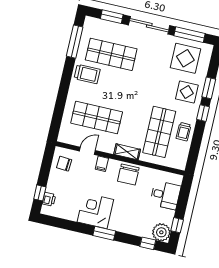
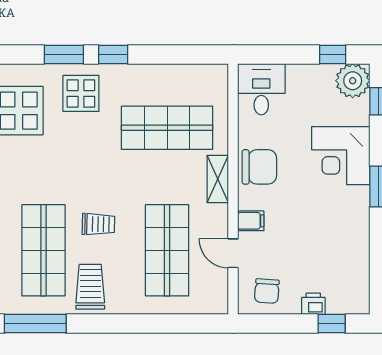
trolley: (184, 132) -> (98, 224), moved
desk: (165, 195) -> (261, 89), moved
printer: (49, 199) -> (313, 304), moved
corner desk: (95, 211) -> (341, 156), moved

